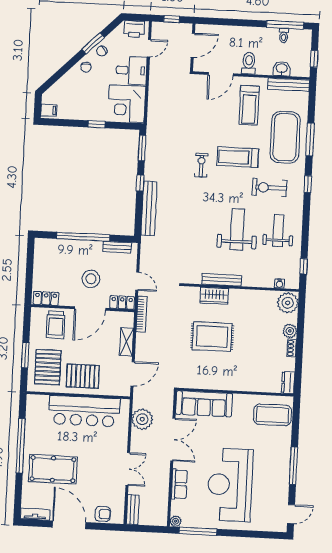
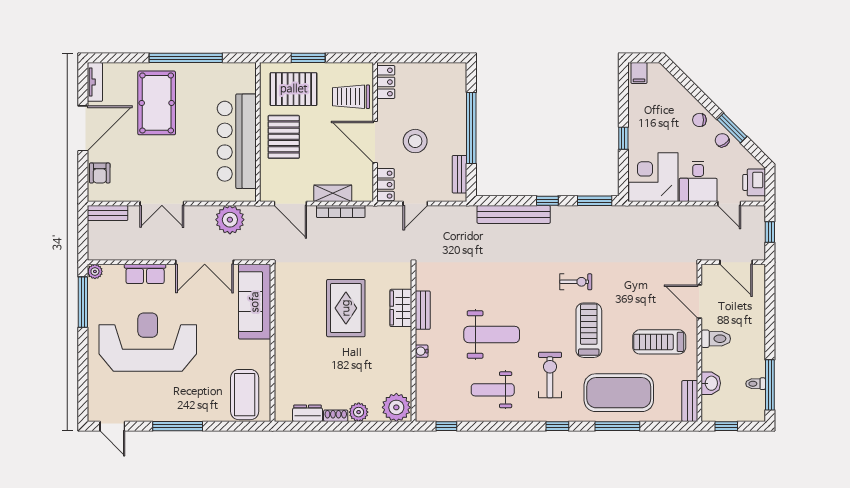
bench: (288, 85) -> (690, 401), width x0.73
weight bench: (278, 231) -> (493, 390), turned 180
bench: (222, 280) -> (423, 310), width x0.73
water cooler: (279, 284) -> (422, 351), moved
bookcase: (142, 314) -> (341, 212), moved
dresser: (288, 383) -> (308, 413), moved

